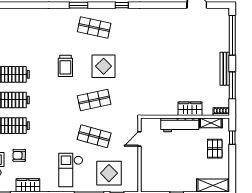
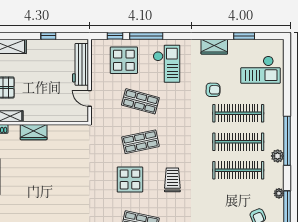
workbench: (180, 125) -> (81, 64), moved, turned -90
door: (140, 139) -> (90, 98), swing flipped
armchair: (19, 155) -> (213, 90), moved

